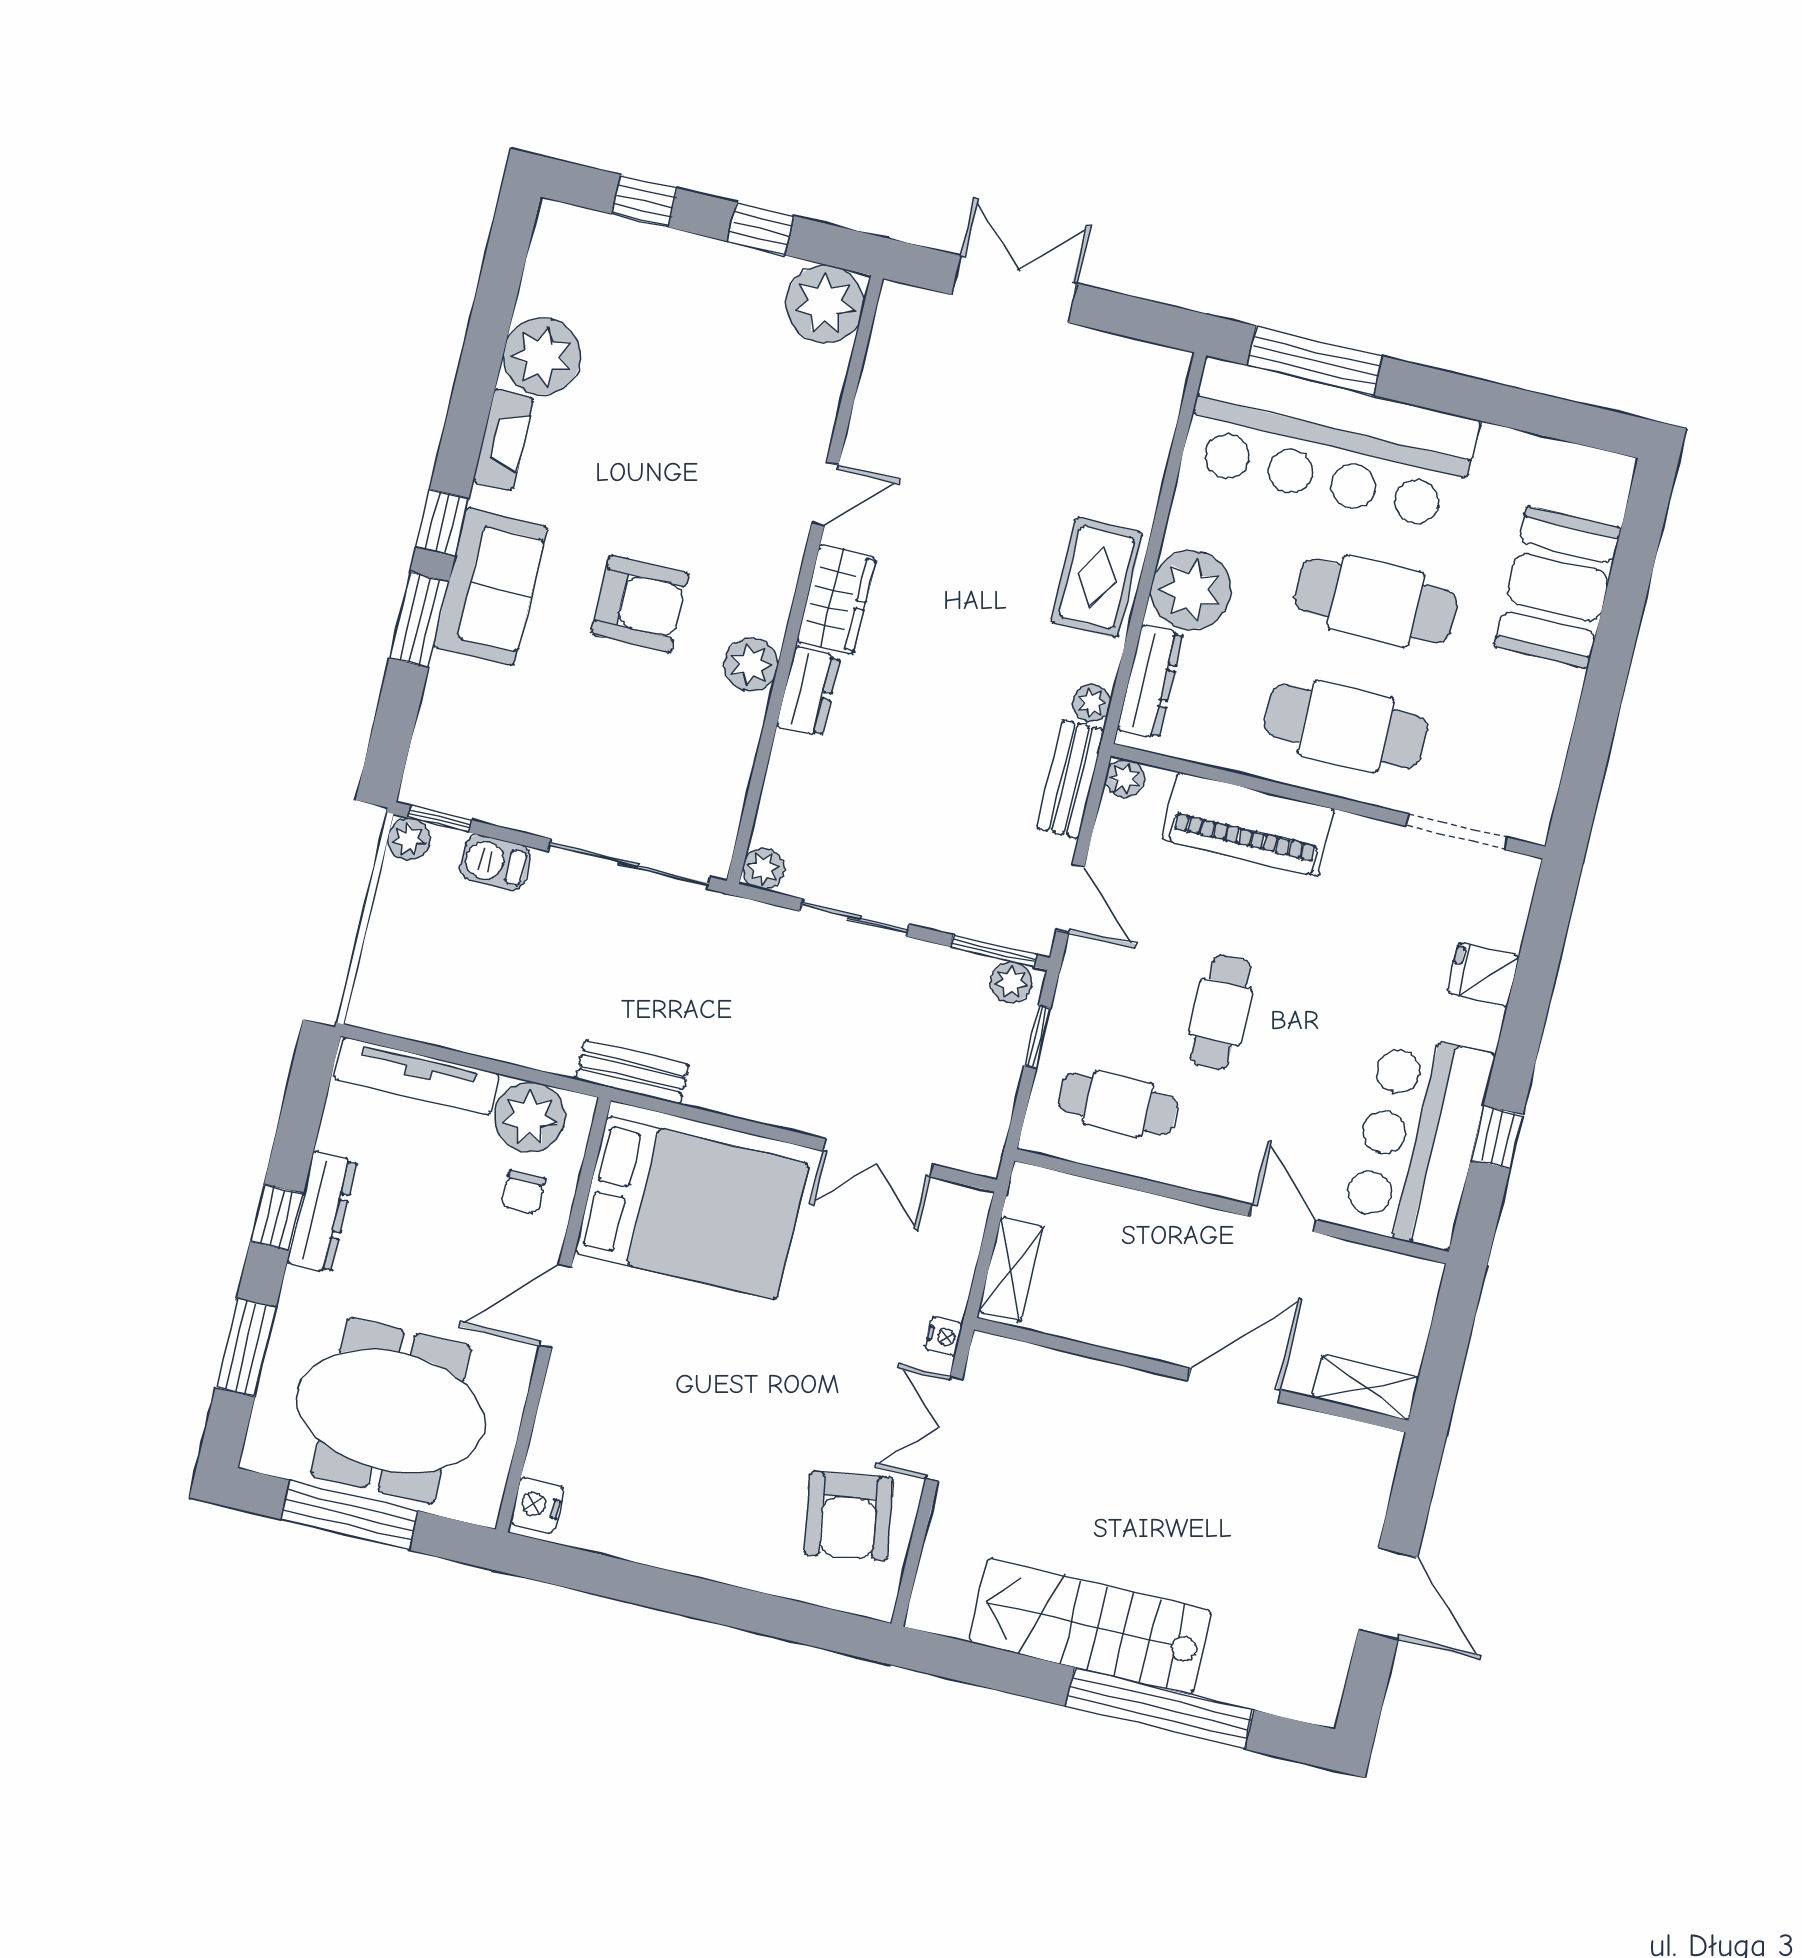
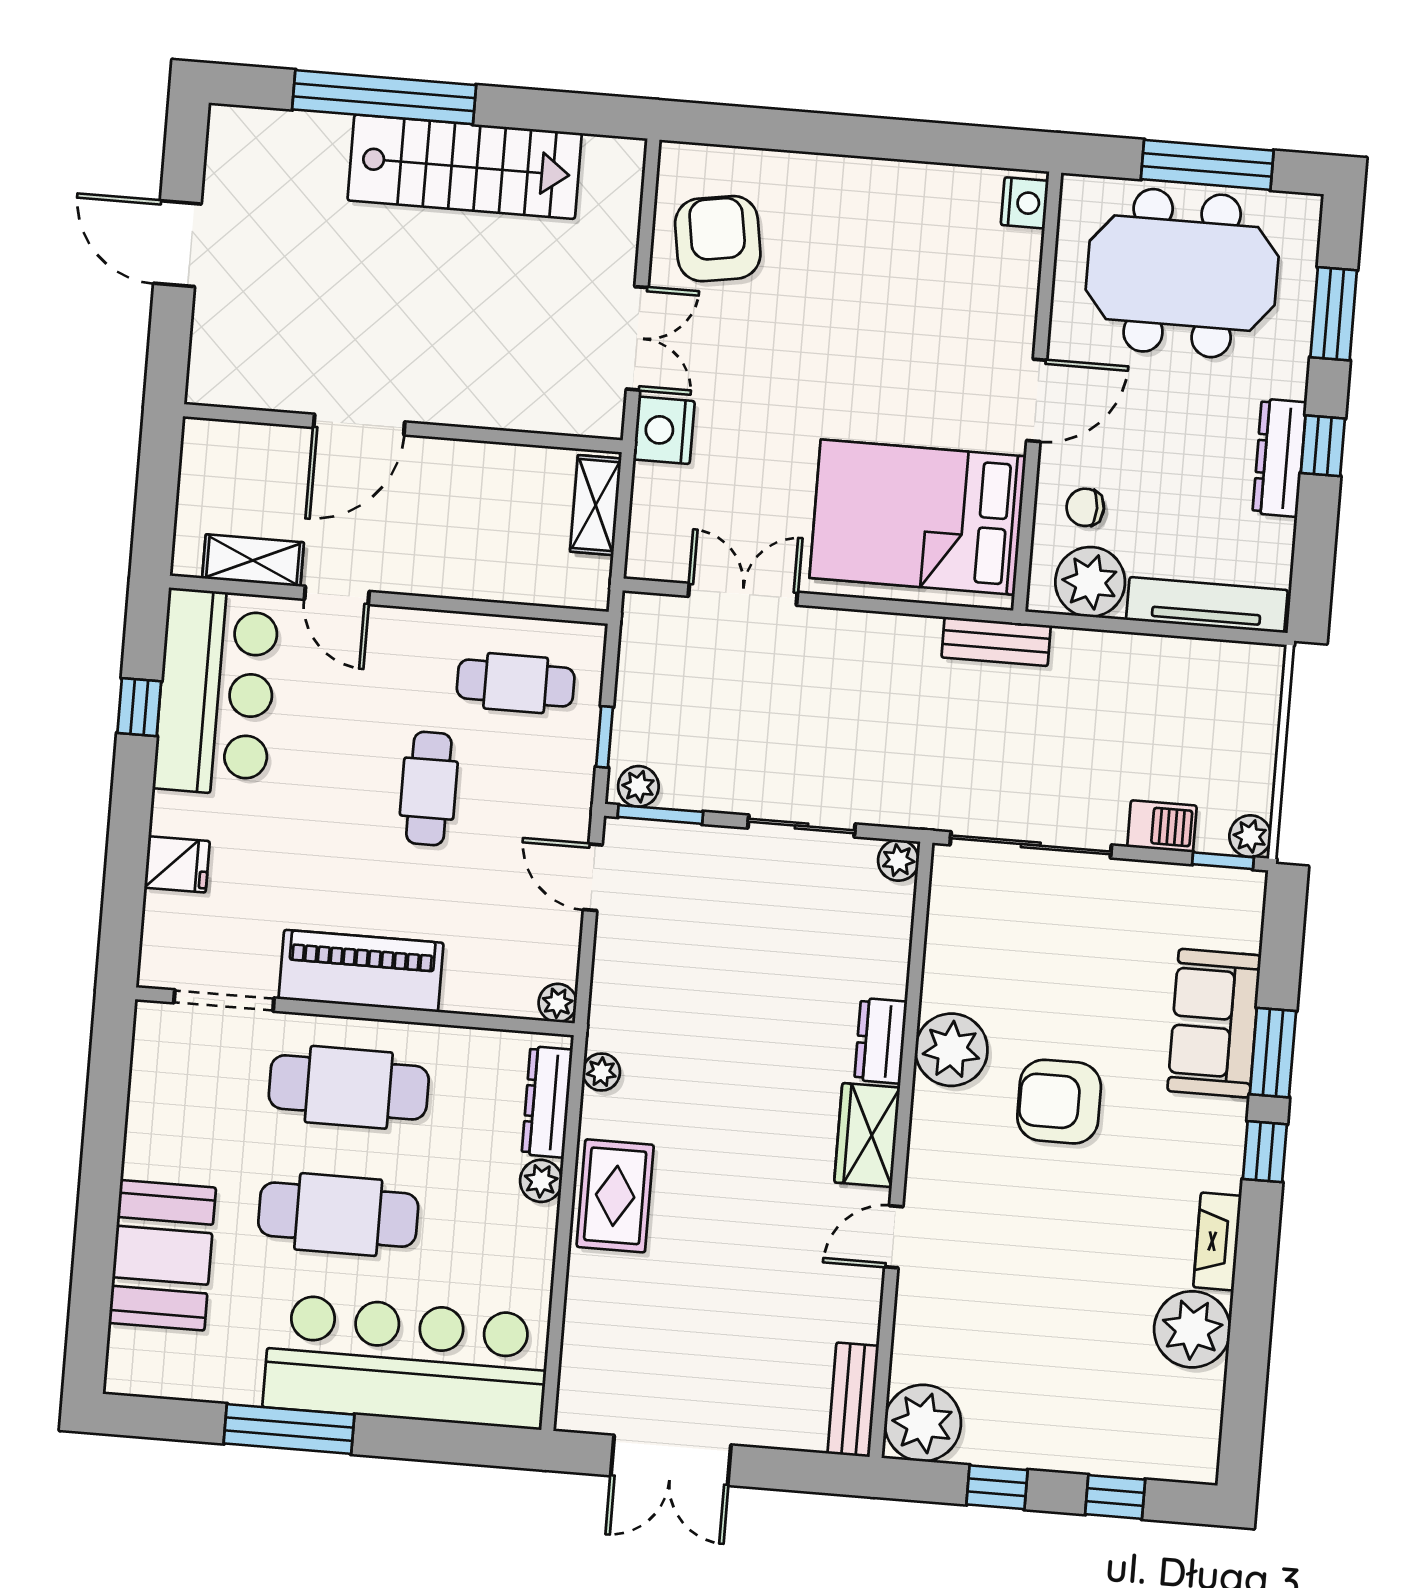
double door: (1014, 289) -> (671, 1460), moved
window: (1315, 361) -> (289, 1429), moved
sofa: (490, 587) -> (1214, 1023), moved
plant: (1191, 590) -> (541, 1181), width x0.53, depth x0.53
plant: (751, 665) -> (951, 1050), width x1.36, depth x1.36
bench: (1071, 779) -> (853, 1400), moved
piano: (1248, 824) -> (361, 971), moved
chair: (523, 1192) -> (1085, 507), turned -90
nightstand: (944, 1336) -> (664, 430), width x1.89, depth x1.79
shelving: (1366, 1388) -> (253, 560), moved

